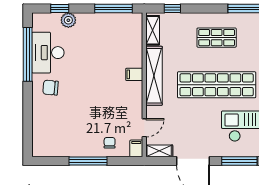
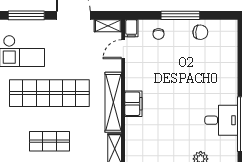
desk: (48, 53) -> (221, 120), width x0.73
filing cabinet: (134, 74) -> (133, 104), width x2.00
chair: (51, 88) -> (200, 32), moved

